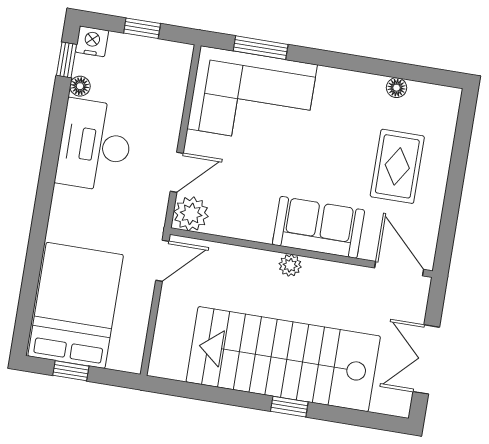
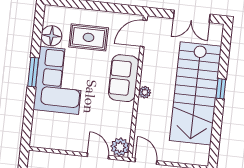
window: (261, 48) -> (33, 72), moved
floor lamp: (396, 88) -> (51, 36), width x1.89, depth x1.89
corner sofa: (252, 97) -> (59, 80), moved

